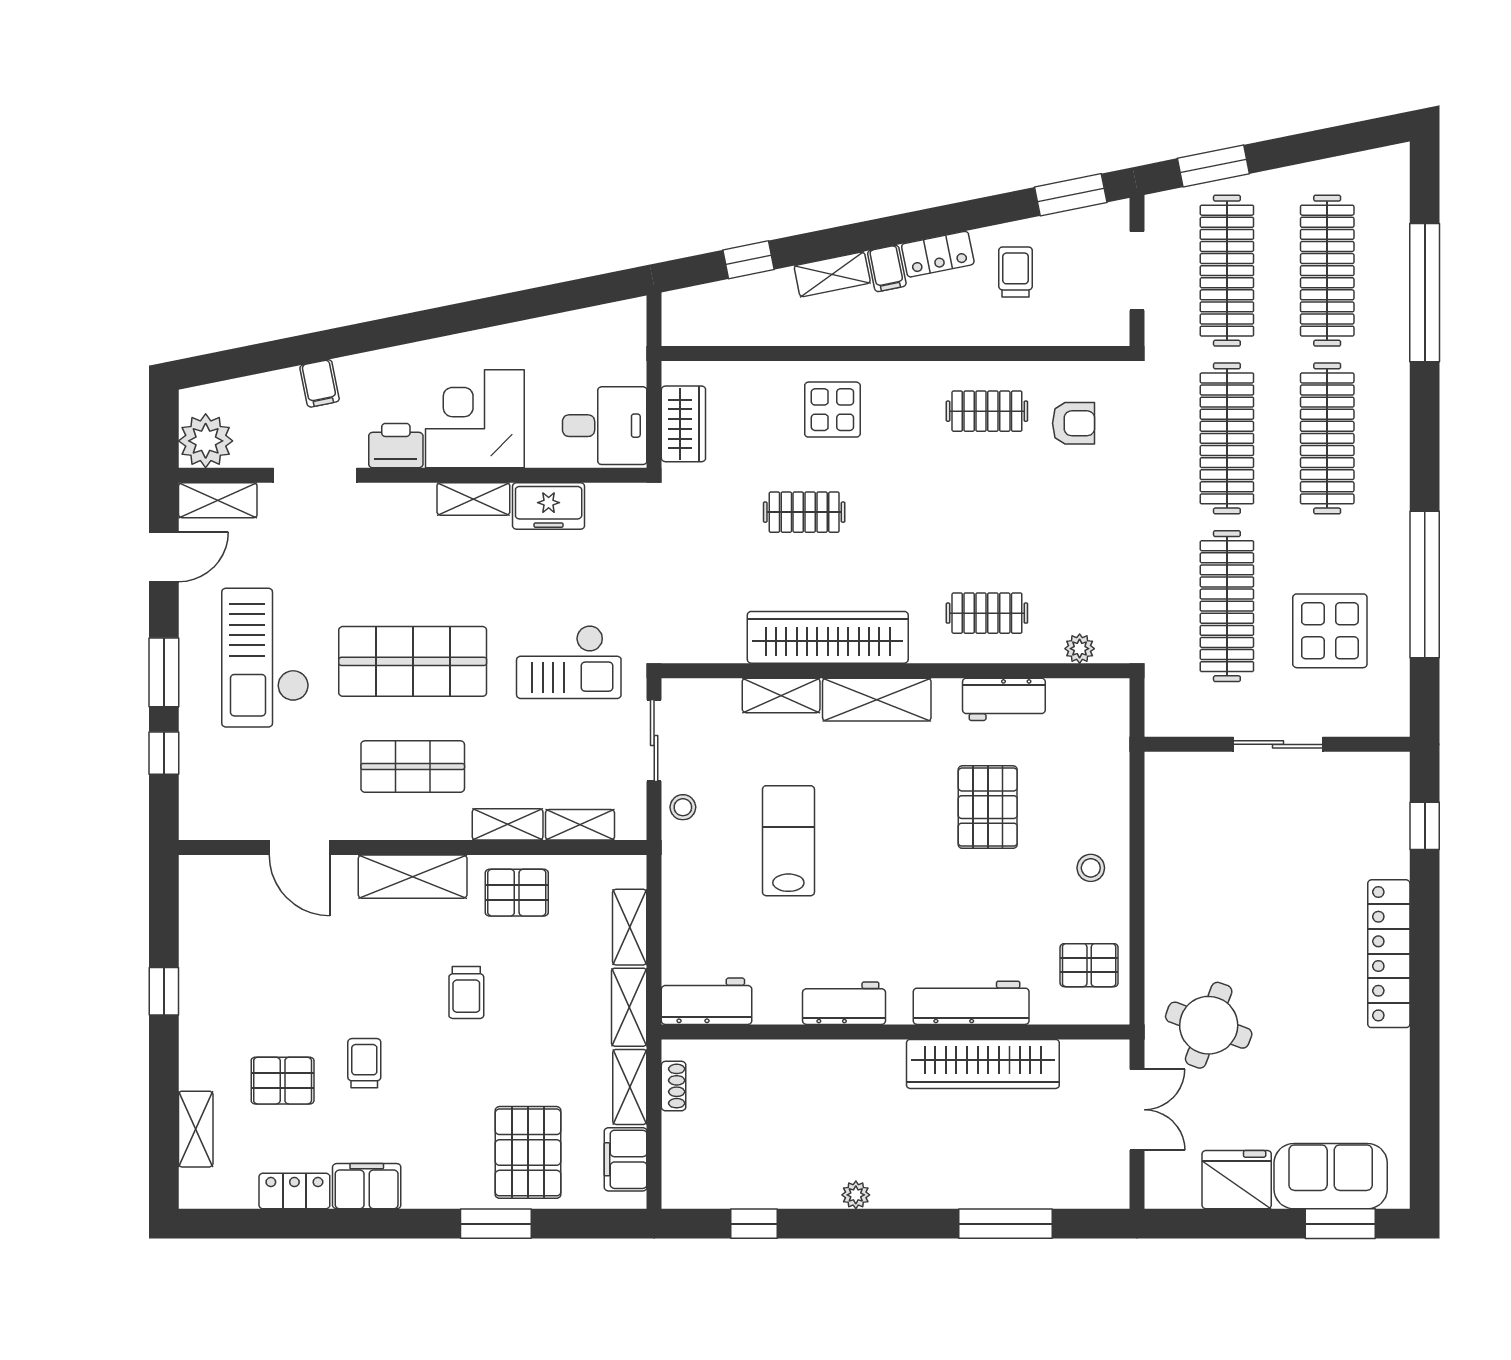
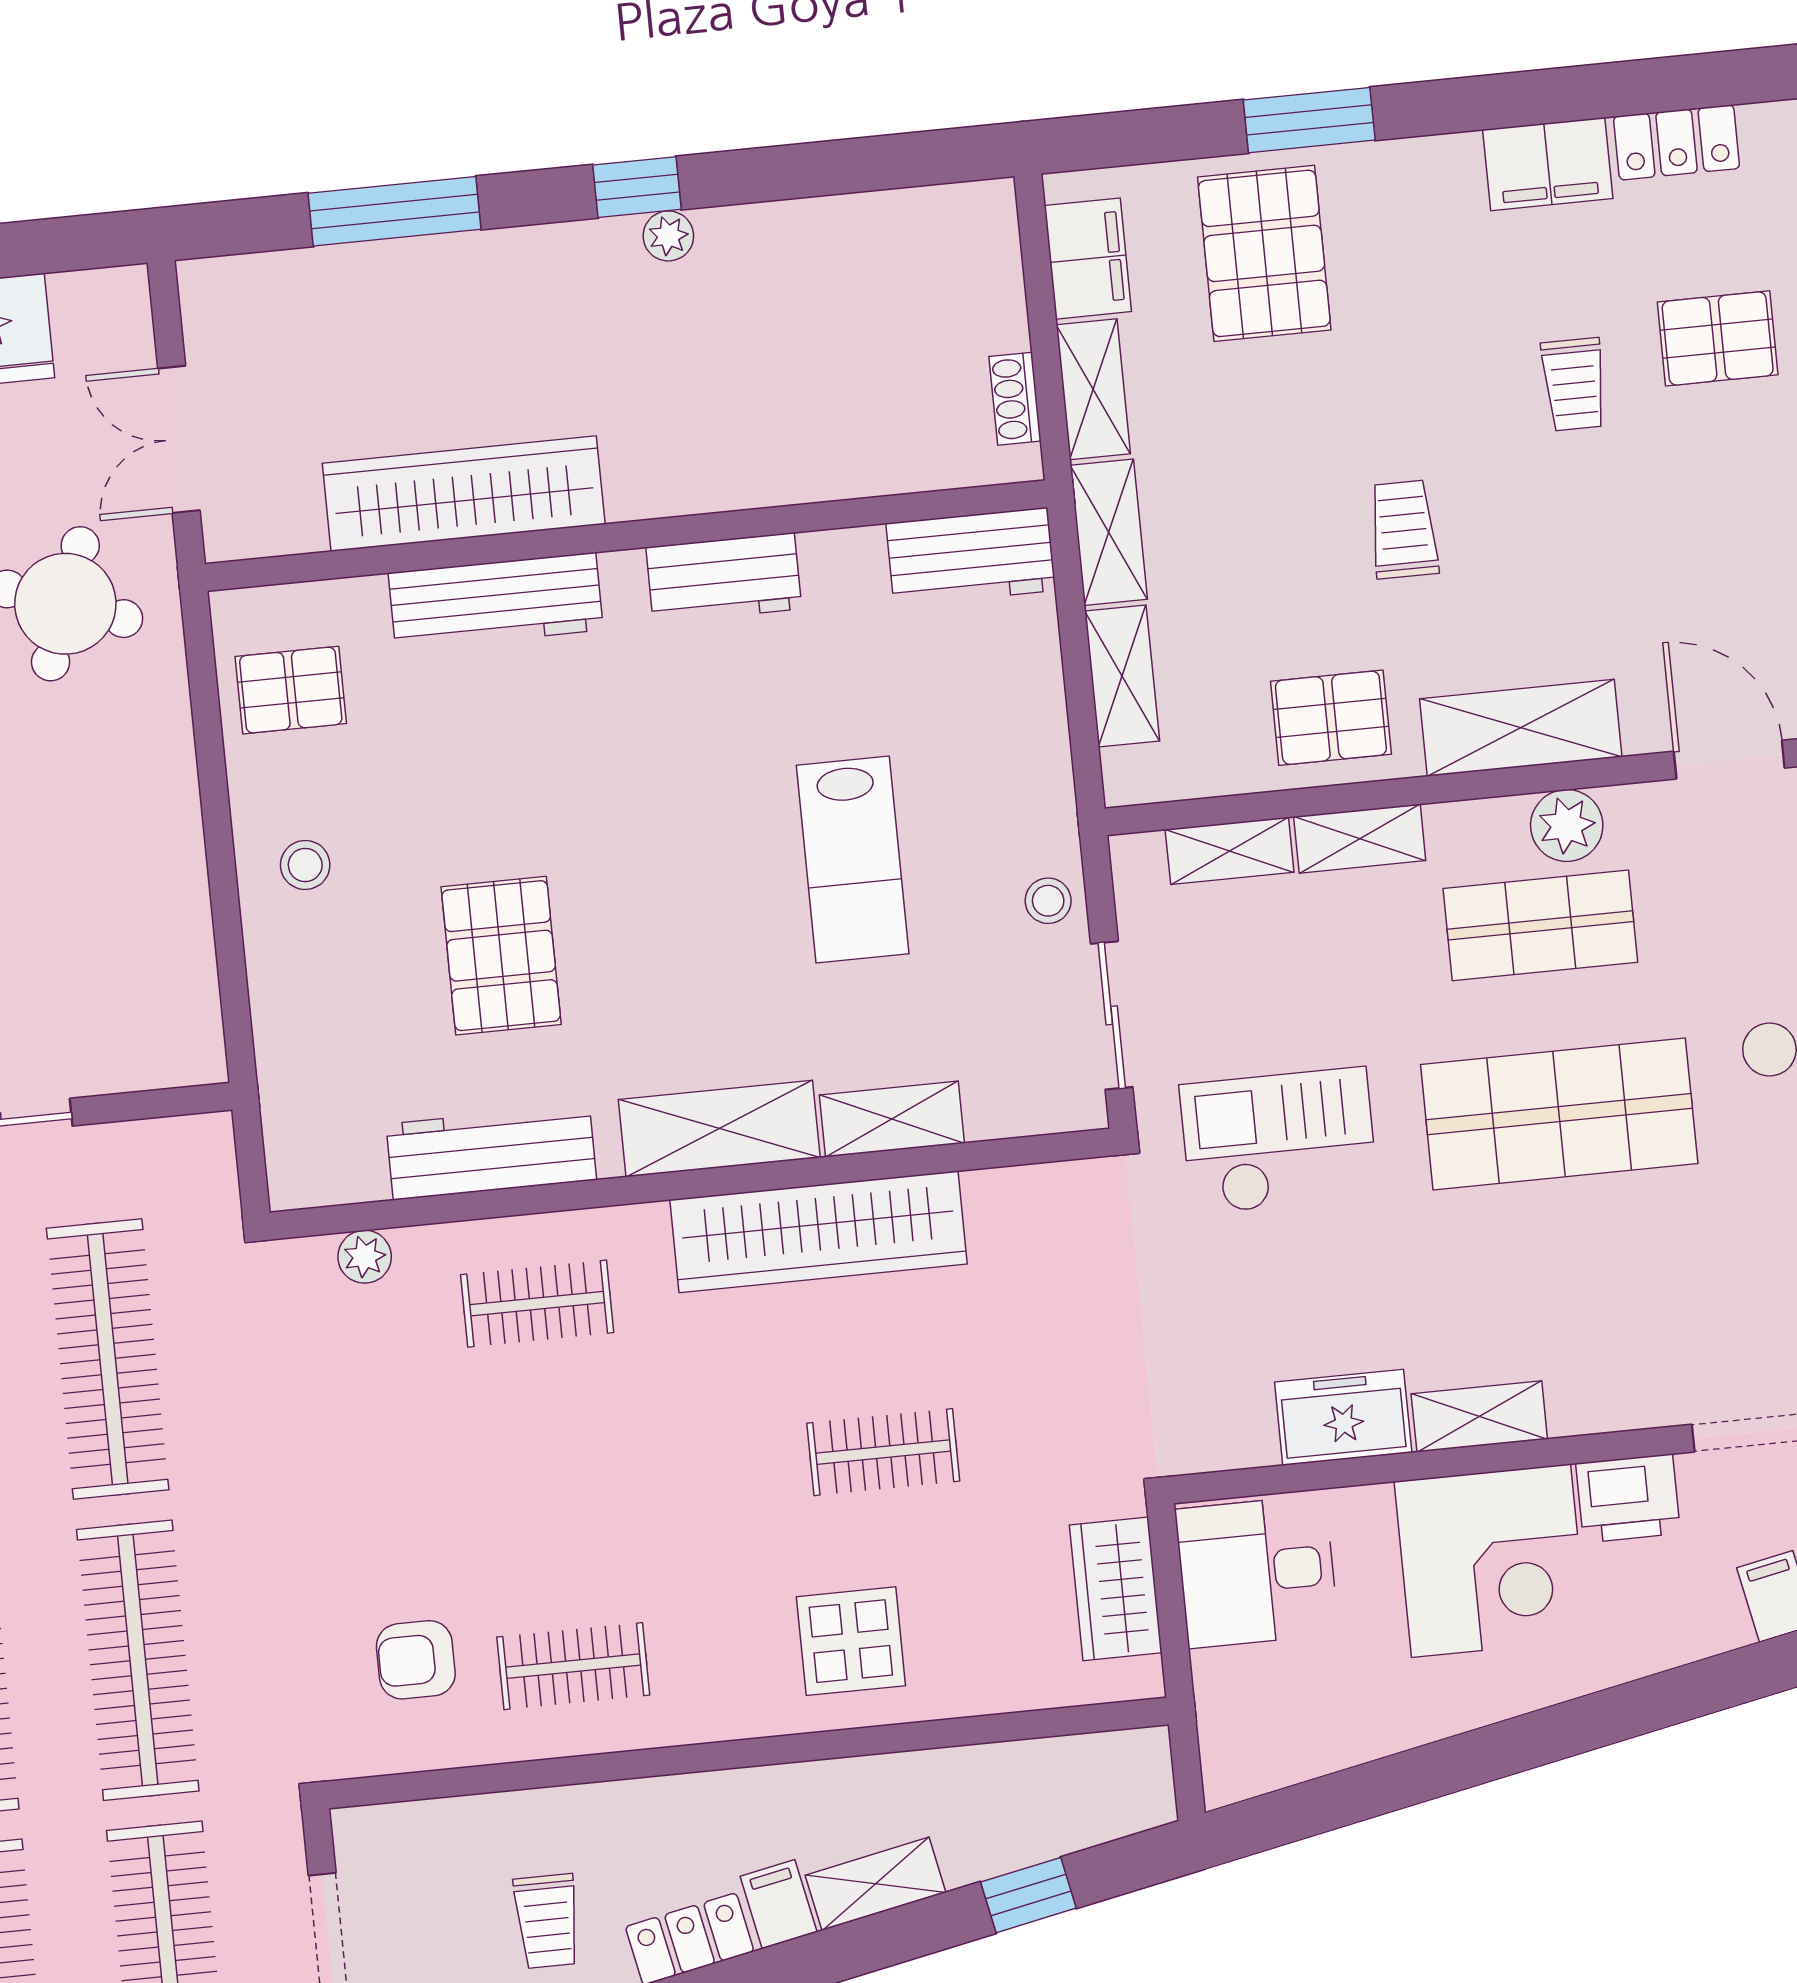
workbench: (1004, 699) -> (491, 1152), width x1.38
plant: (393, 820) -> (1567, 825), added
window: (754, 1224) -> (637, 187), moved

